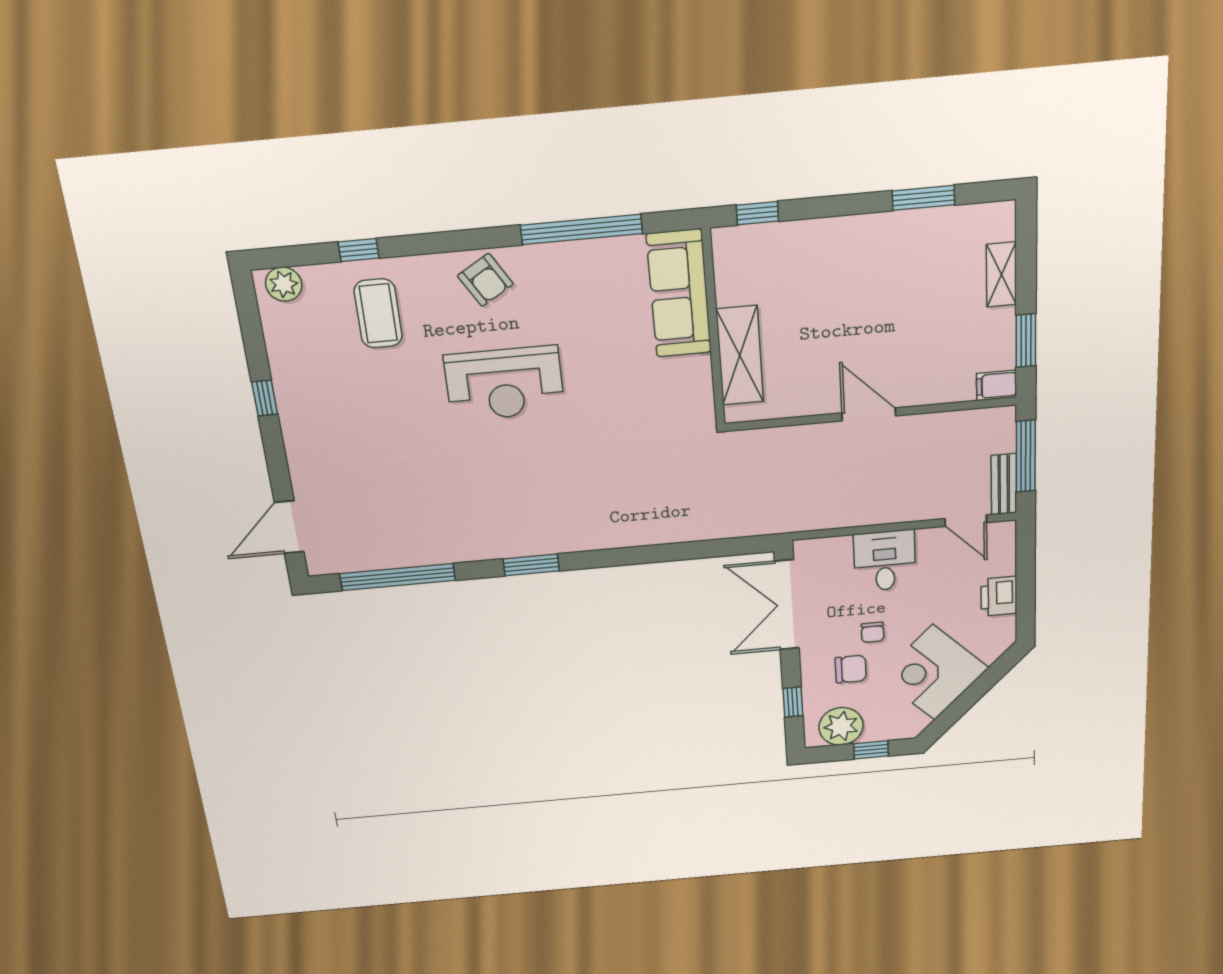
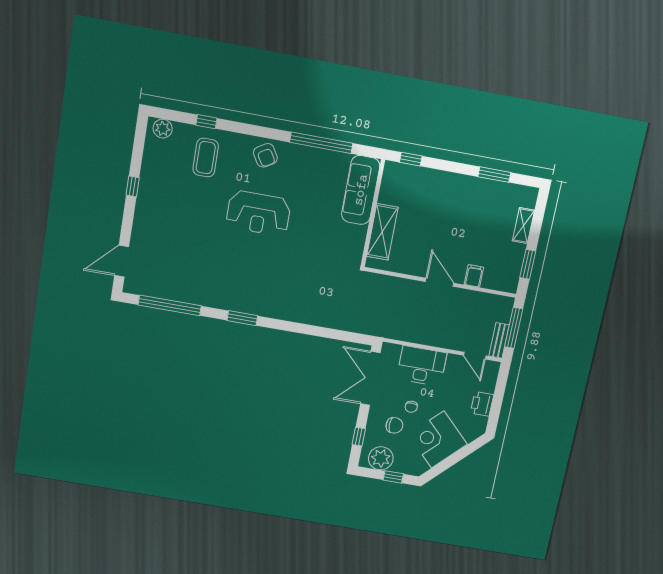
filing cabinet: (997, 385) -> (474, 276), moved, turned 90
desk: (885, 561) -> (422, 366), width x1.37

